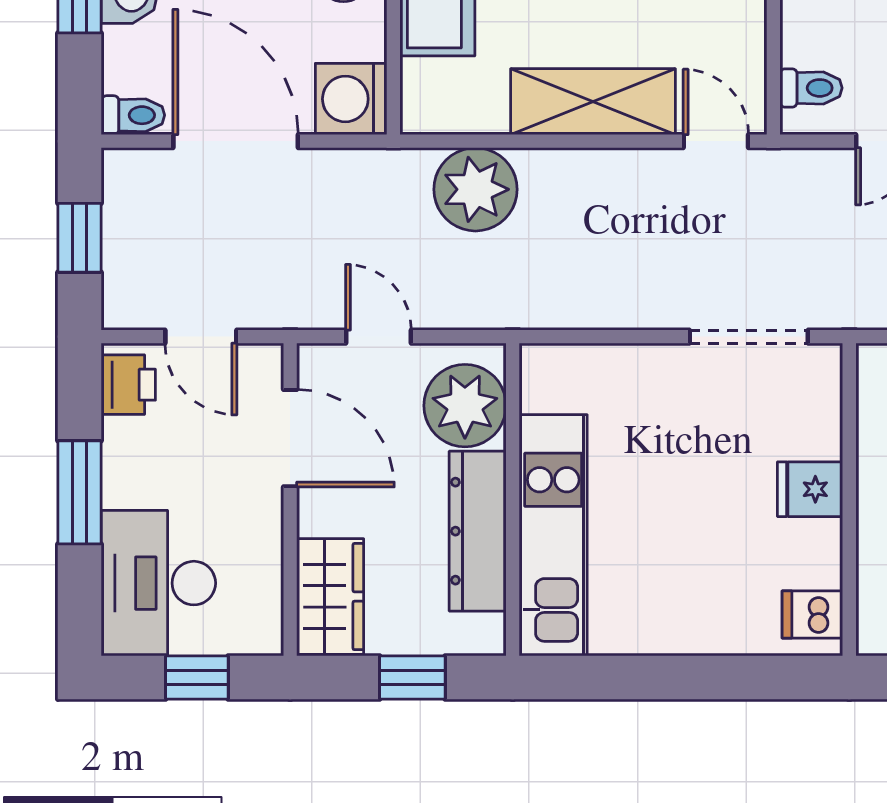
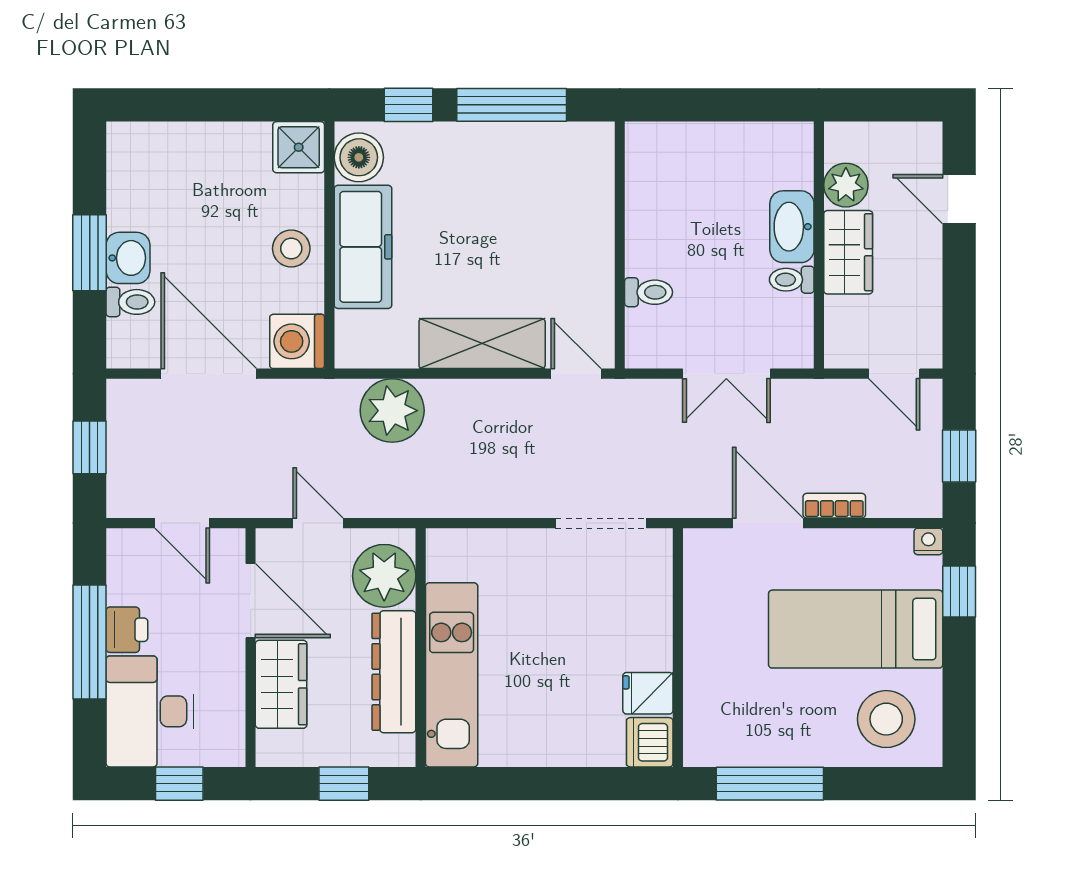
toilet: (811, 88) -> (649, 292), moved
toilet: (133, 115) -> (130, 302), moved
printer: (128, 385) -> (127, 630), moved
fridge: (810, 489) -> (648, 693), moved
window: (80, 492) -> (90, 642), width x1.44
wardrobe: (330, 597) -> (281, 684), moved
dishwasher: (812, 615) -> (650, 742), width x1.38

